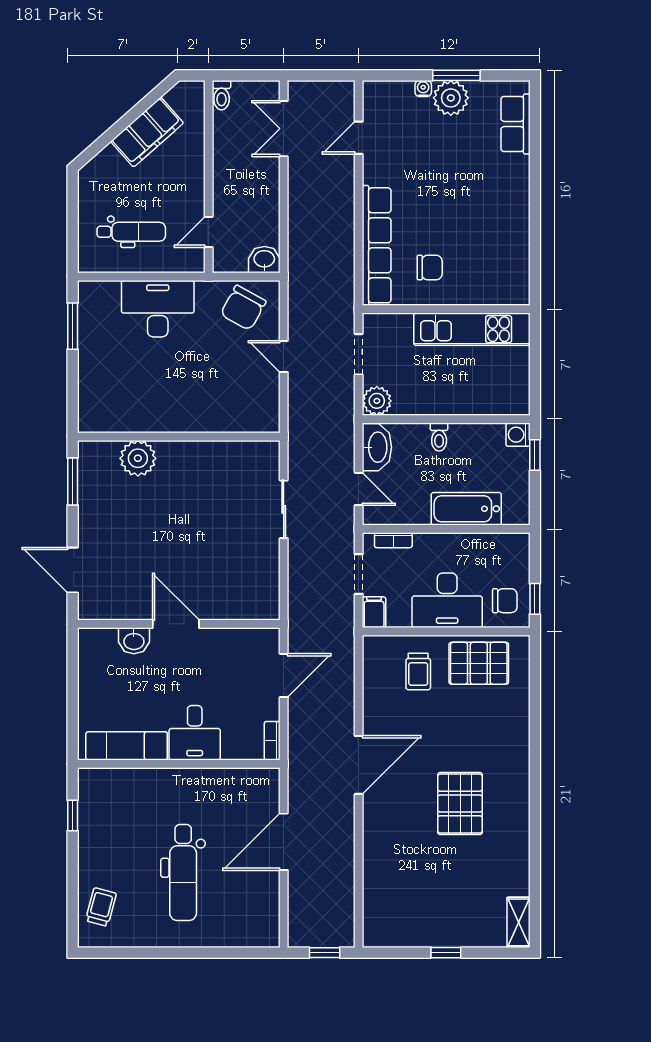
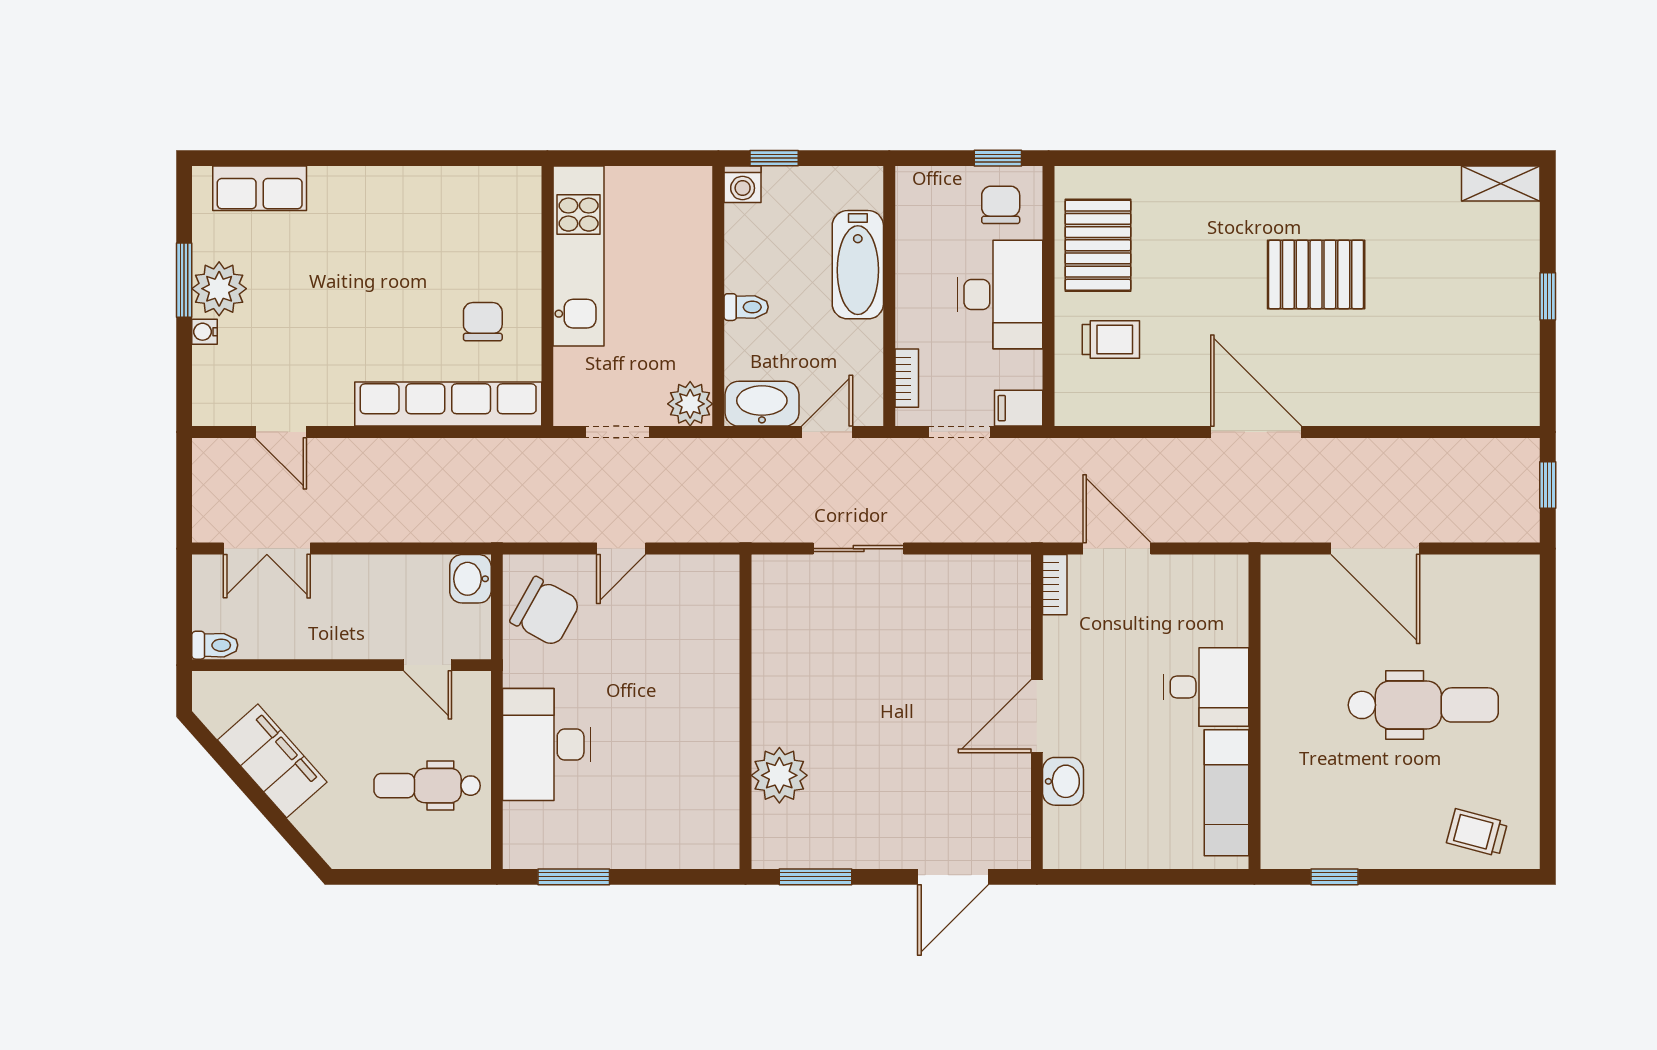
dental chair: (131, 232) -> (427, 786), turned -90
bookcase: (272, 741) -> (1055, 585), moved, turned -90

